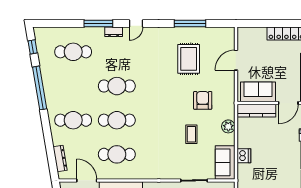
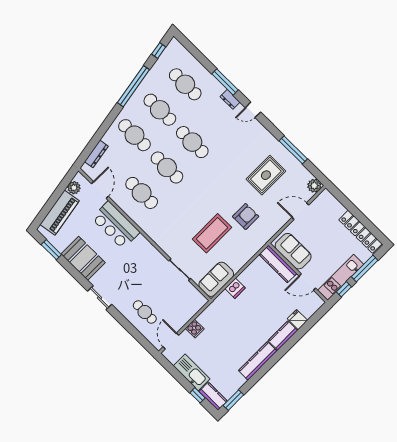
cafe table: (73, 86) -> (160, 110), added
plant: (228, 126) -> (314, 186), moved
coffee table: (191, 134) -> (212, 233), width x1.86, depth x1.72

